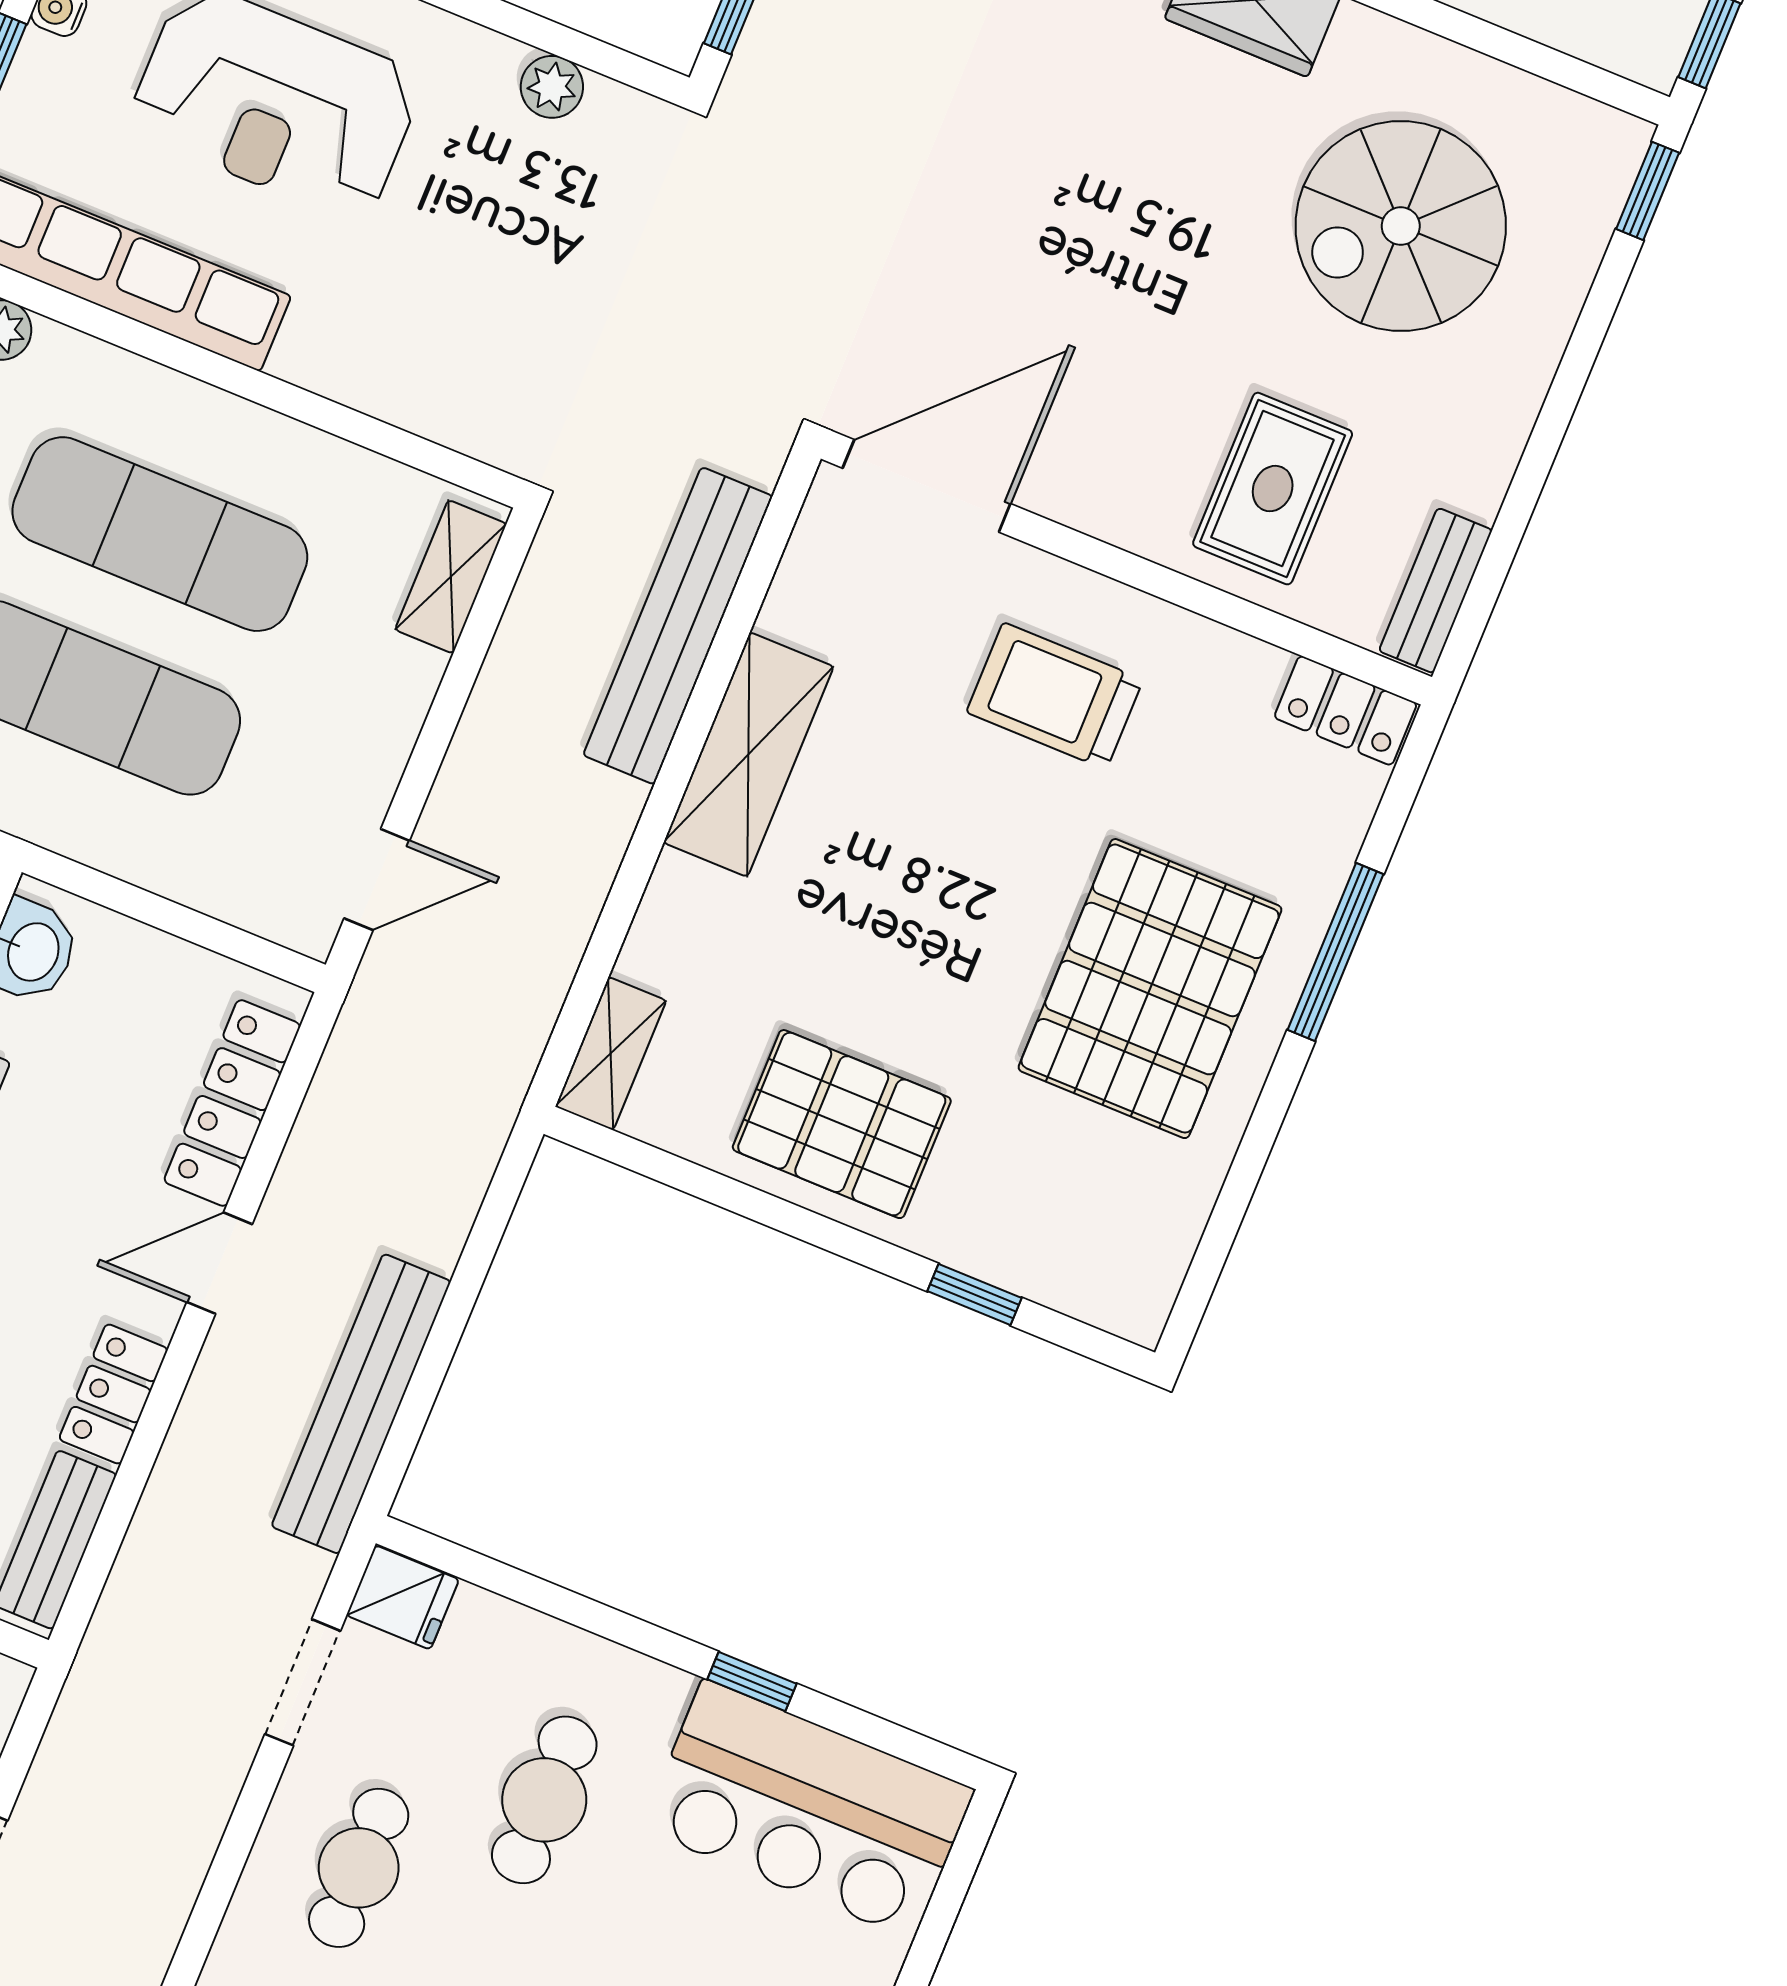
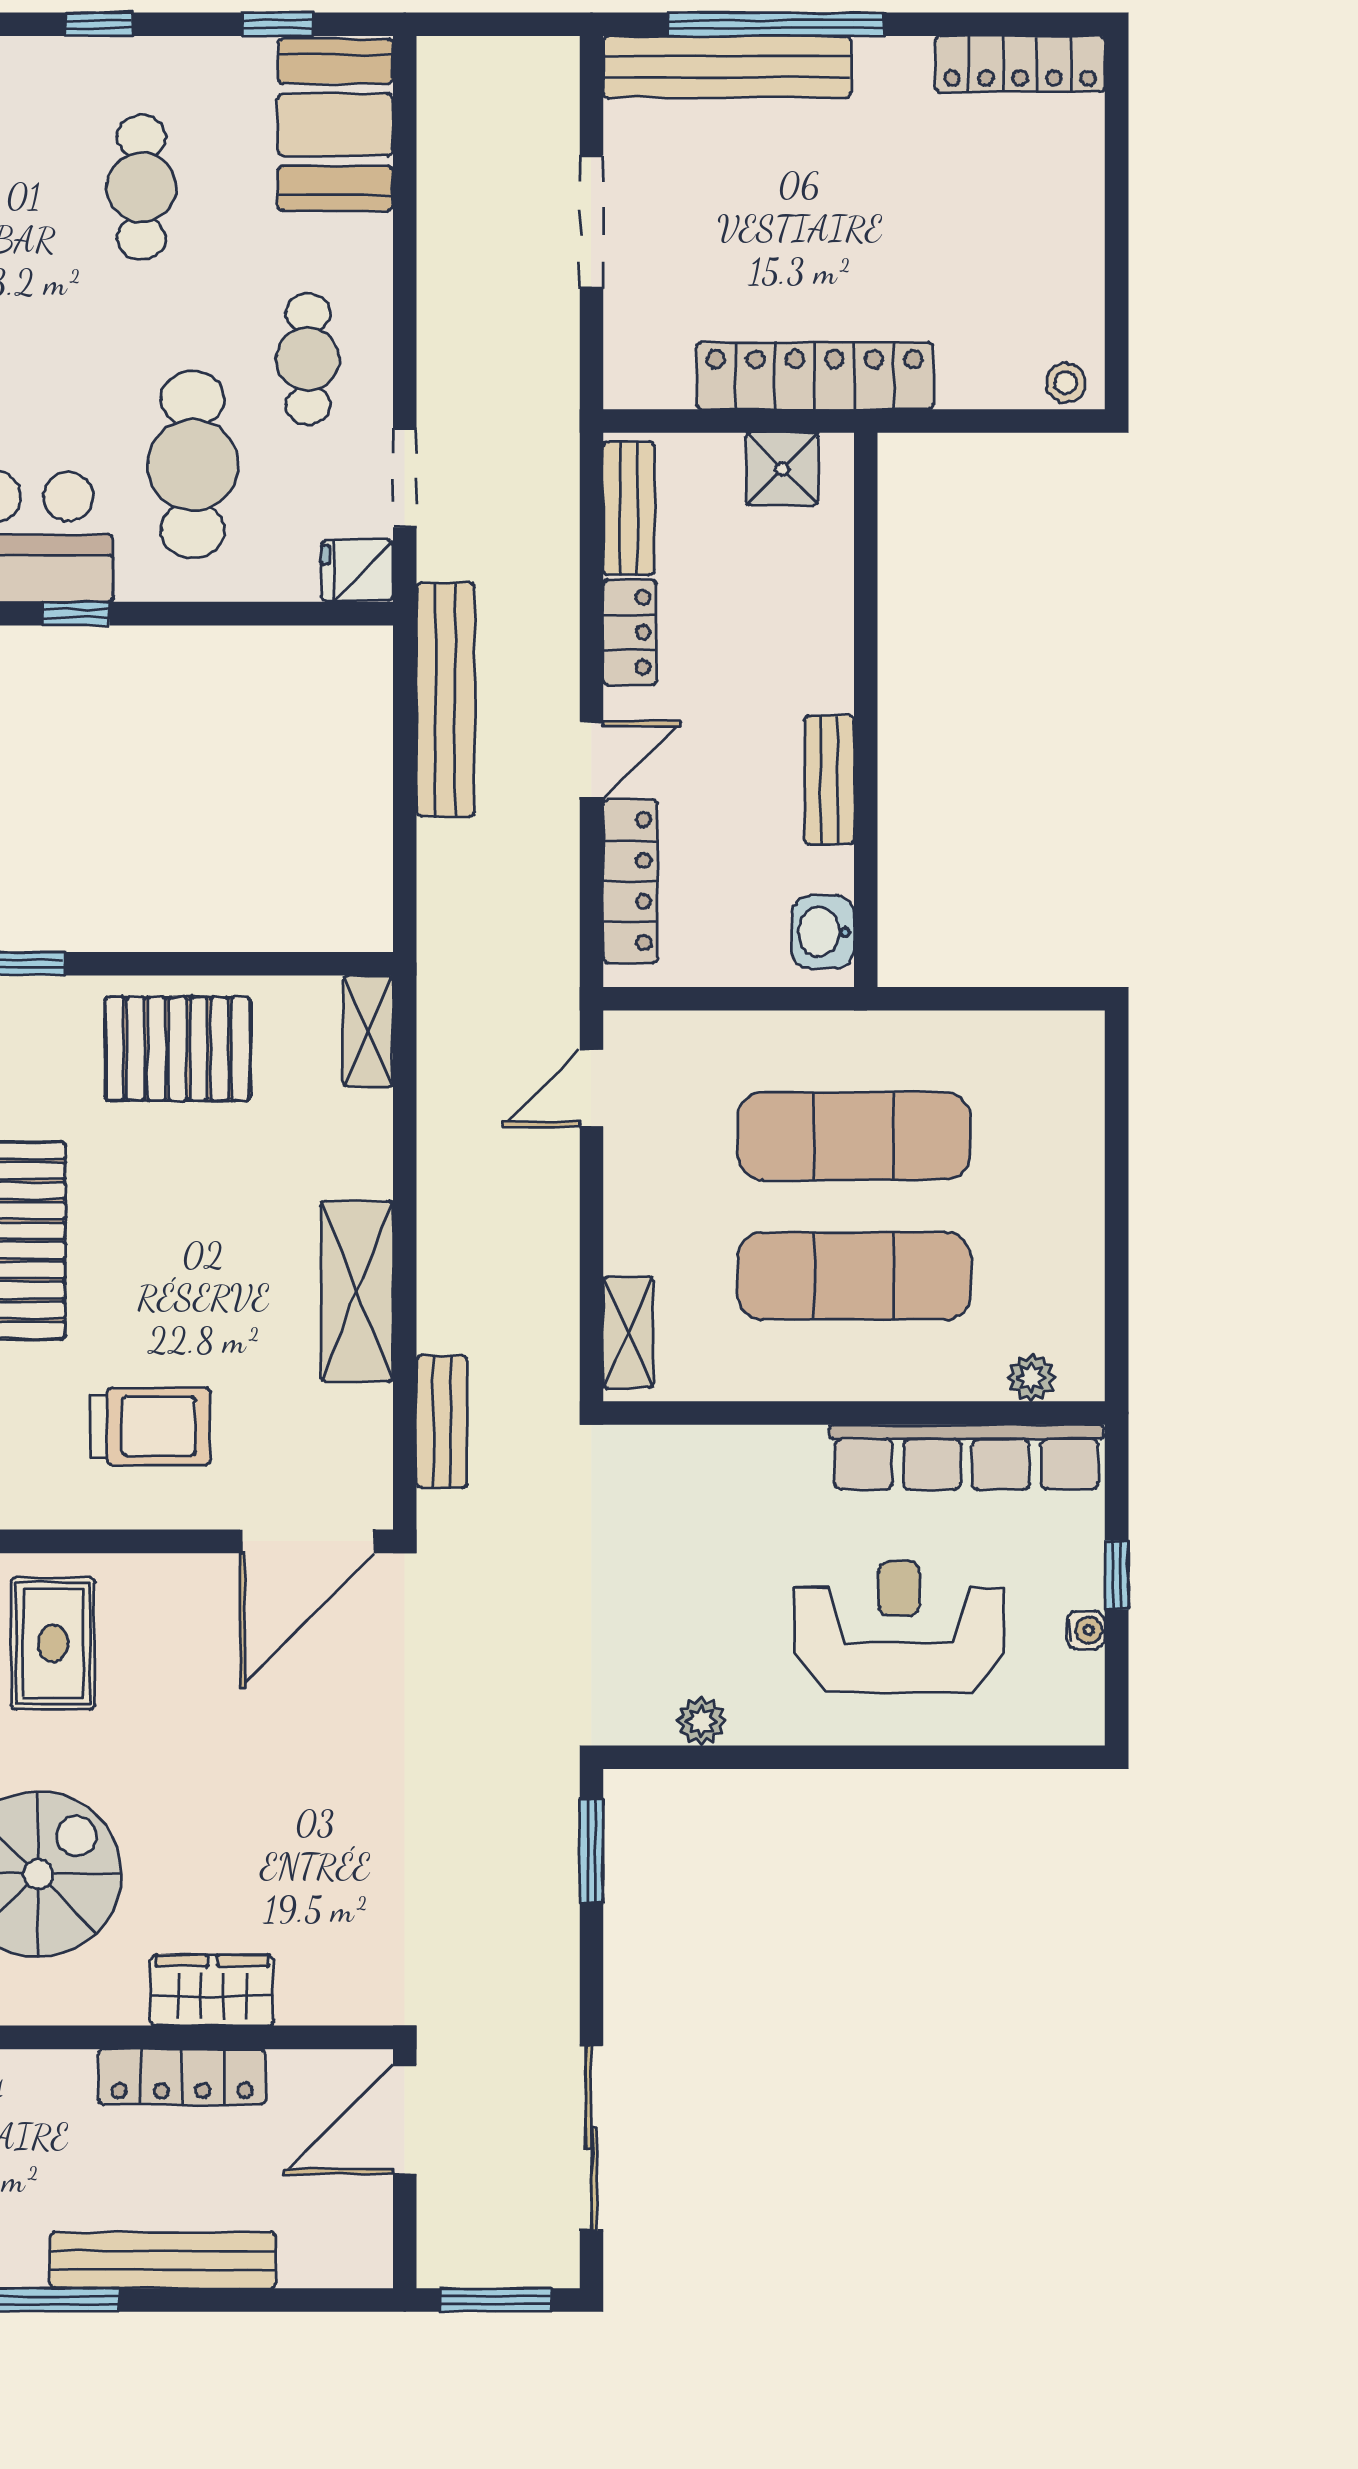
bench: (678, 626) -> (442, 1422), width x0.54, depth x0.82
cafe table: (544, 1800) -> (193, 465), width x1.37, depth x1.35

